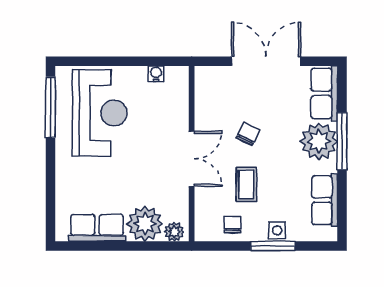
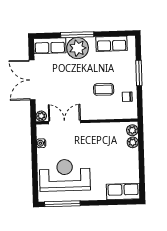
plant: (203, 75) -> (41, 116), added
chair: (248, 134) -> (75, 89), removed
double door: (192, 159) -> (65, 122), moved
plant: (145, 224) -> (133, 142), width x0.53, depth x0.53
row of seats: (97, 228) -> (123, 192), moved, turned 90
side table: (277, 230) -> (130, 71), removed

